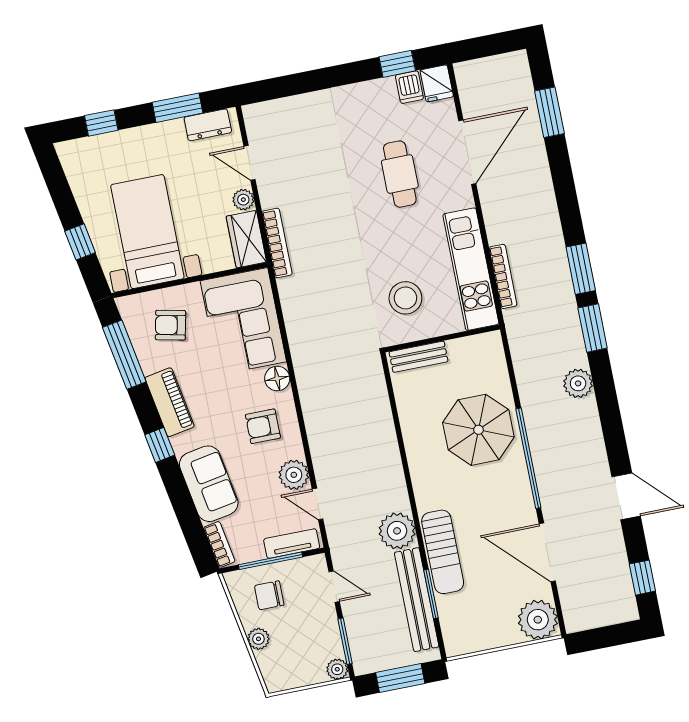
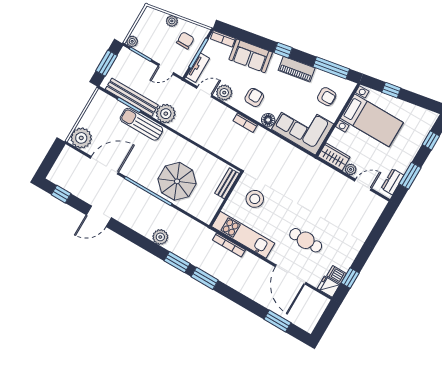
bookcase: (277, 243) -> (245, 123), moved, width x0.64
armchair: (170, 325) -> (327, 97), turned 78

